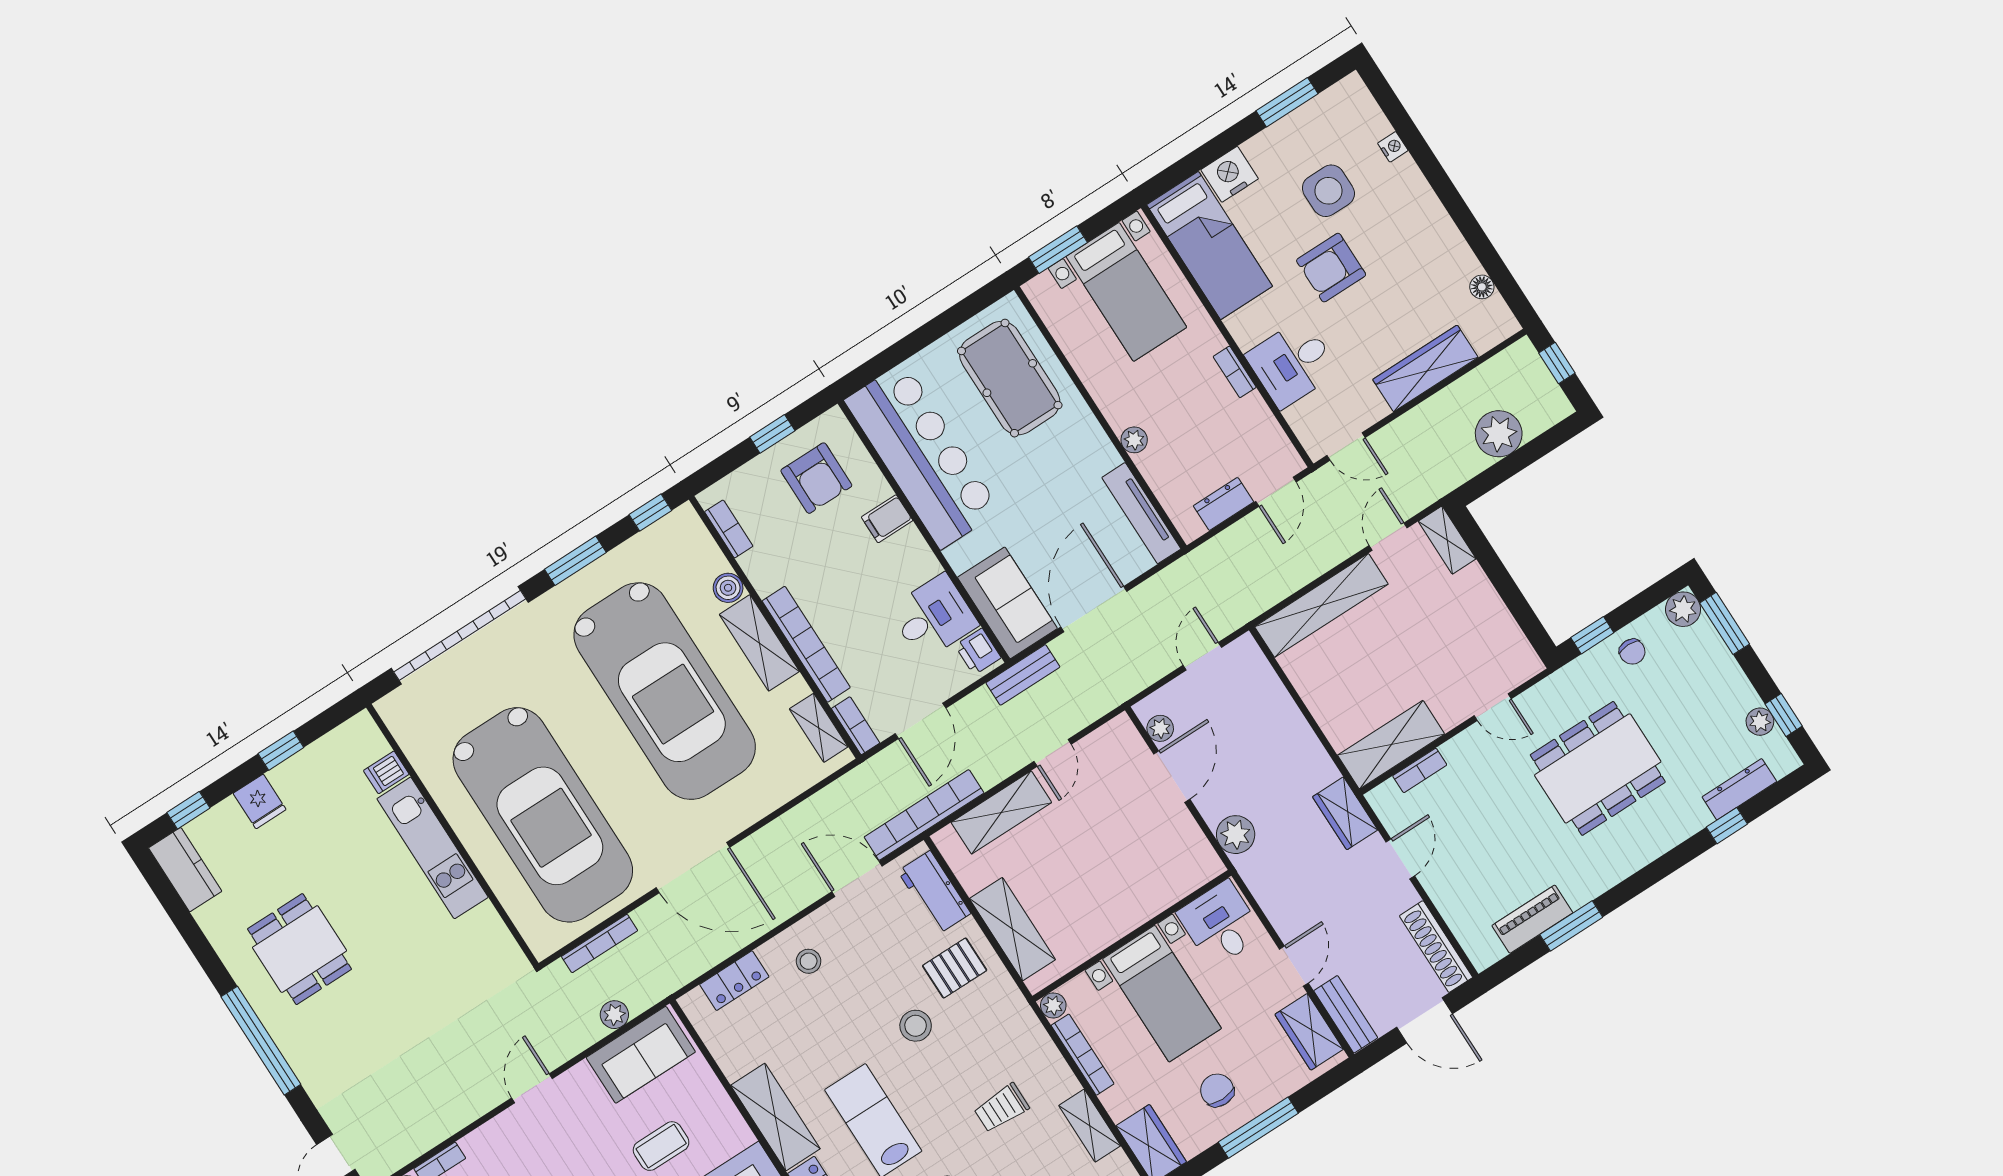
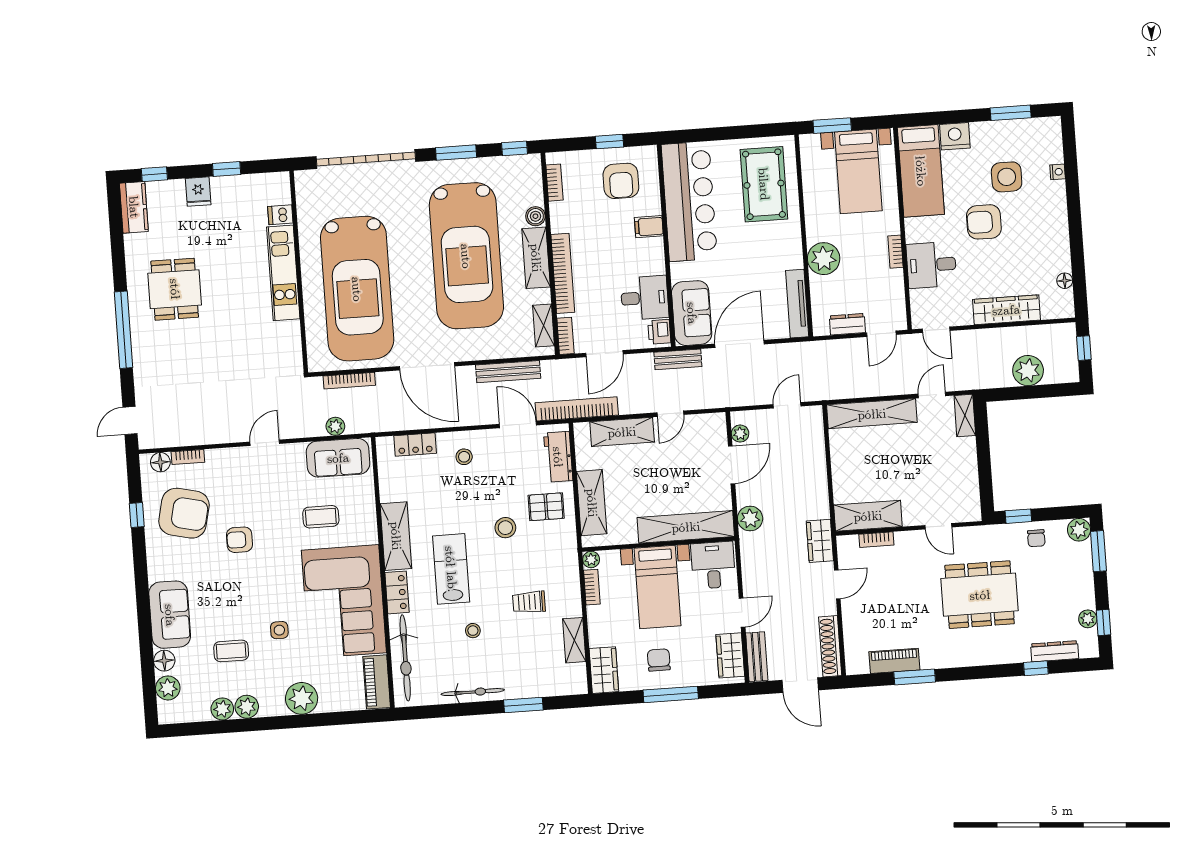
plant: (1134, 440) -> (824, 259), width x1.88, depth x1.88
bench: (805, 815) -> (508, 372), added
shelving: (1156, 893) -> (686, 527), added
bookcase: (1083, 1055) -> (592, 587), width x0.64

